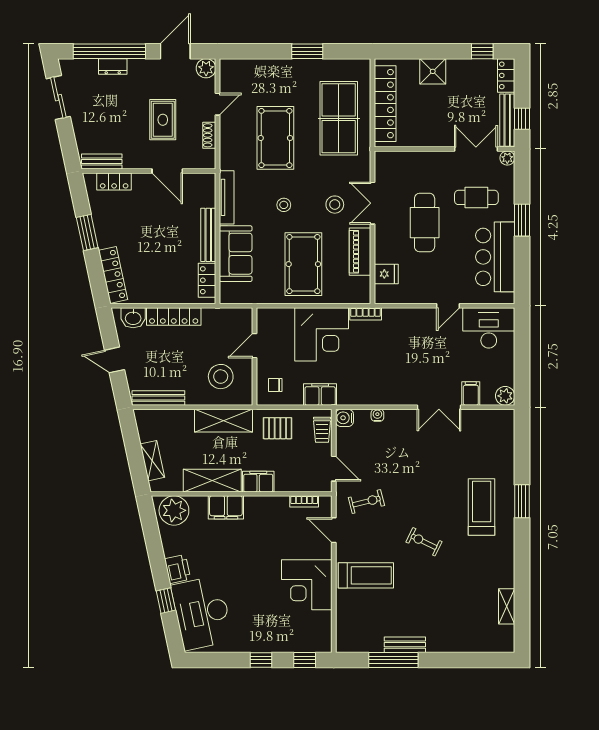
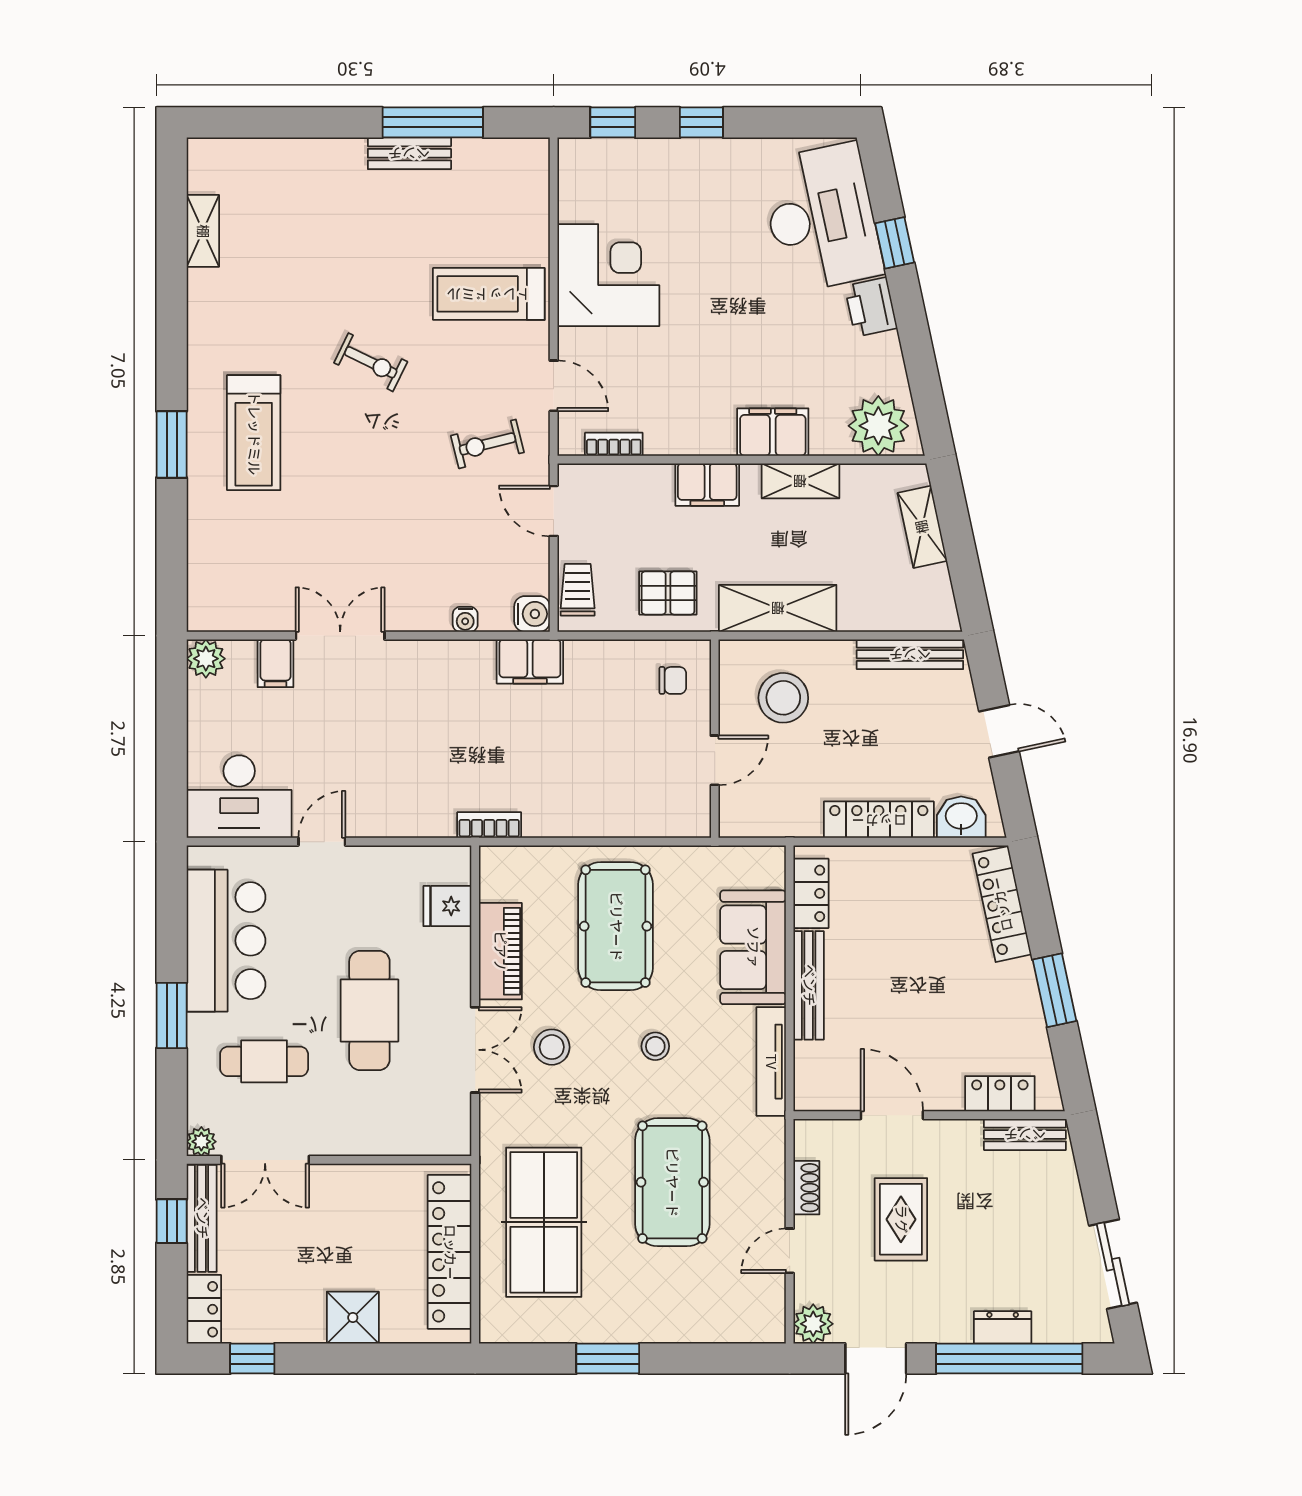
corner desk: (322, 334) -> (579, 784), removed
filing cabinet: (320, 394) -> (530, 661), moved
shelving: (212, 481) -> (800, 481), width x0.67, depth x0.75

